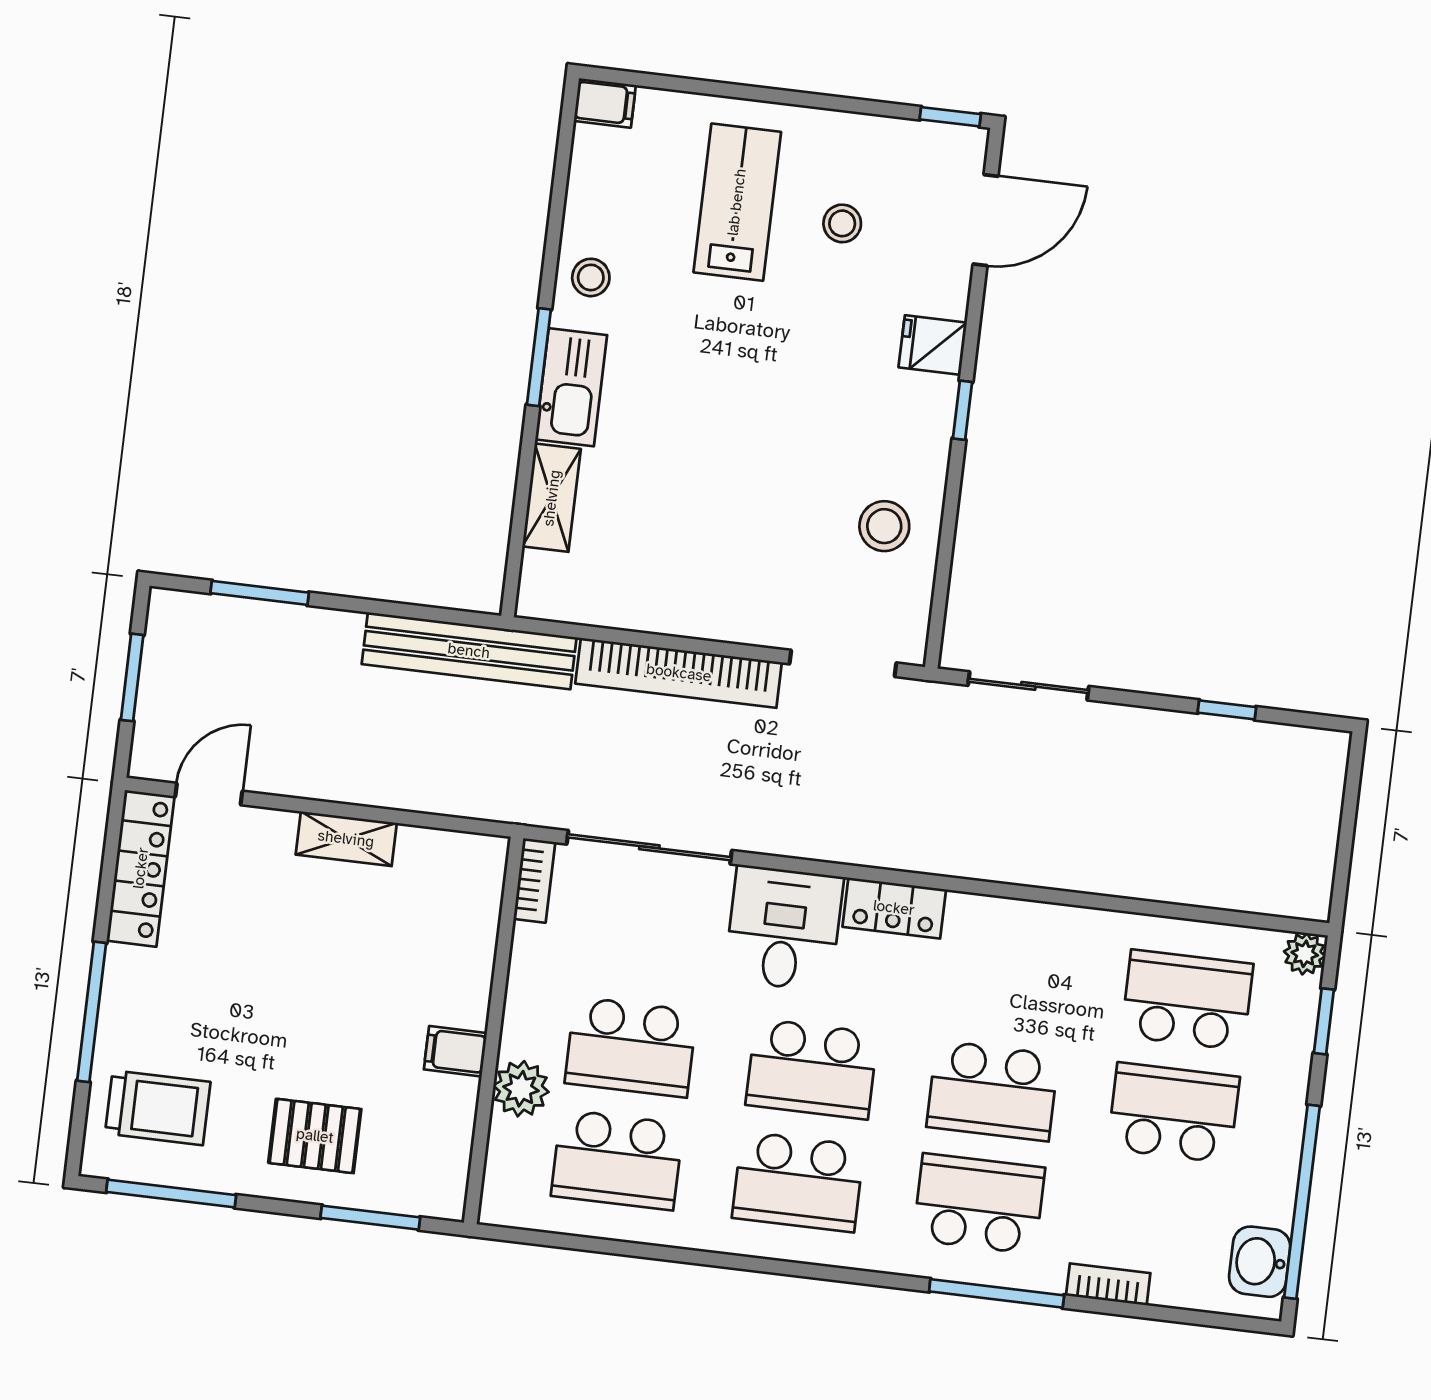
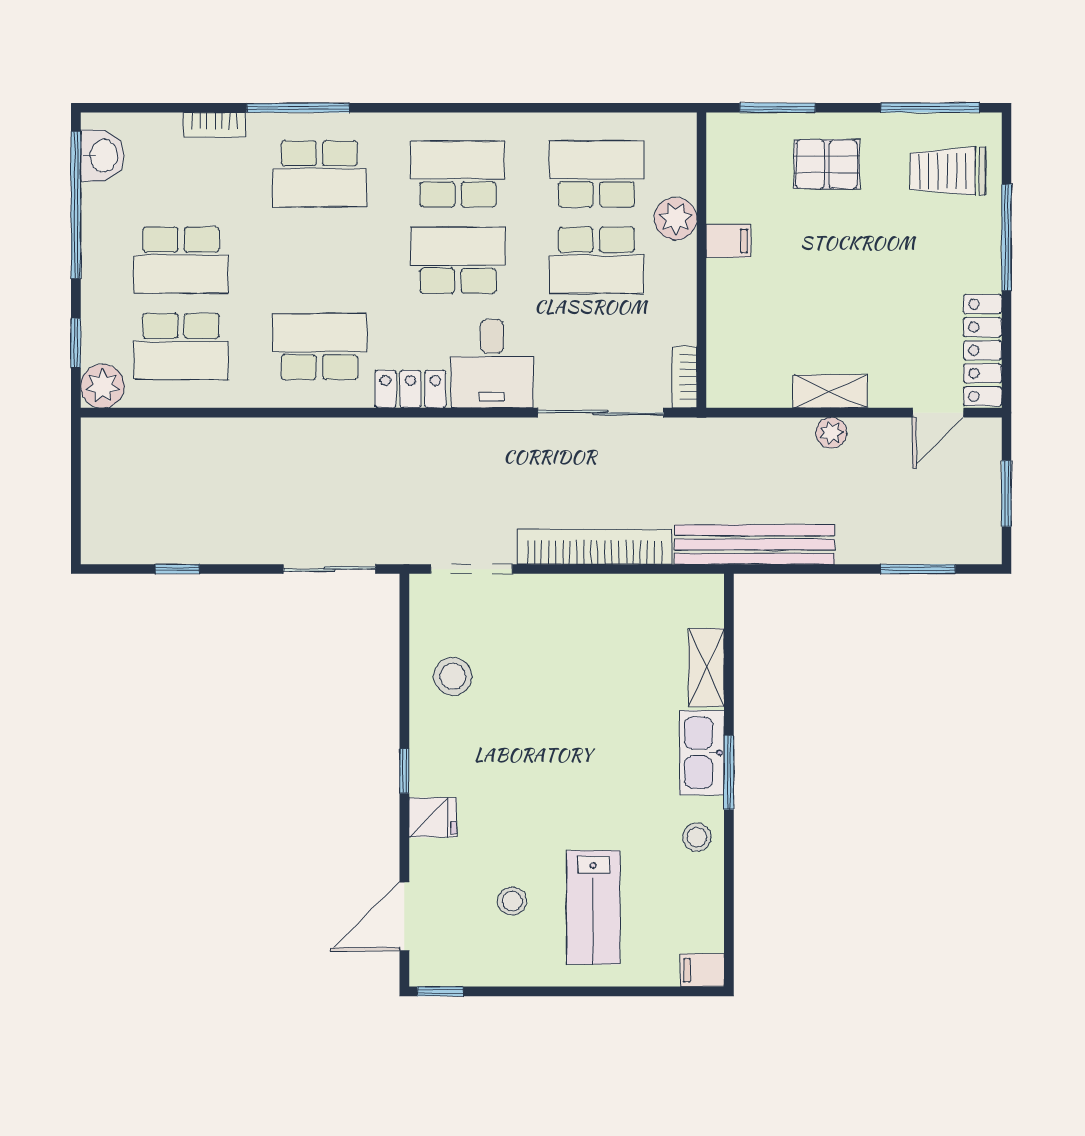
plant: (351, 785) -> (831, 433), added
plant: (1305, 954) -> (102, 386), width x1.38, depth x1.38
school desk: (631, 1047) -> (596, 260), turned 180
school desk: (993, 1091) -> (319, 347), moved

